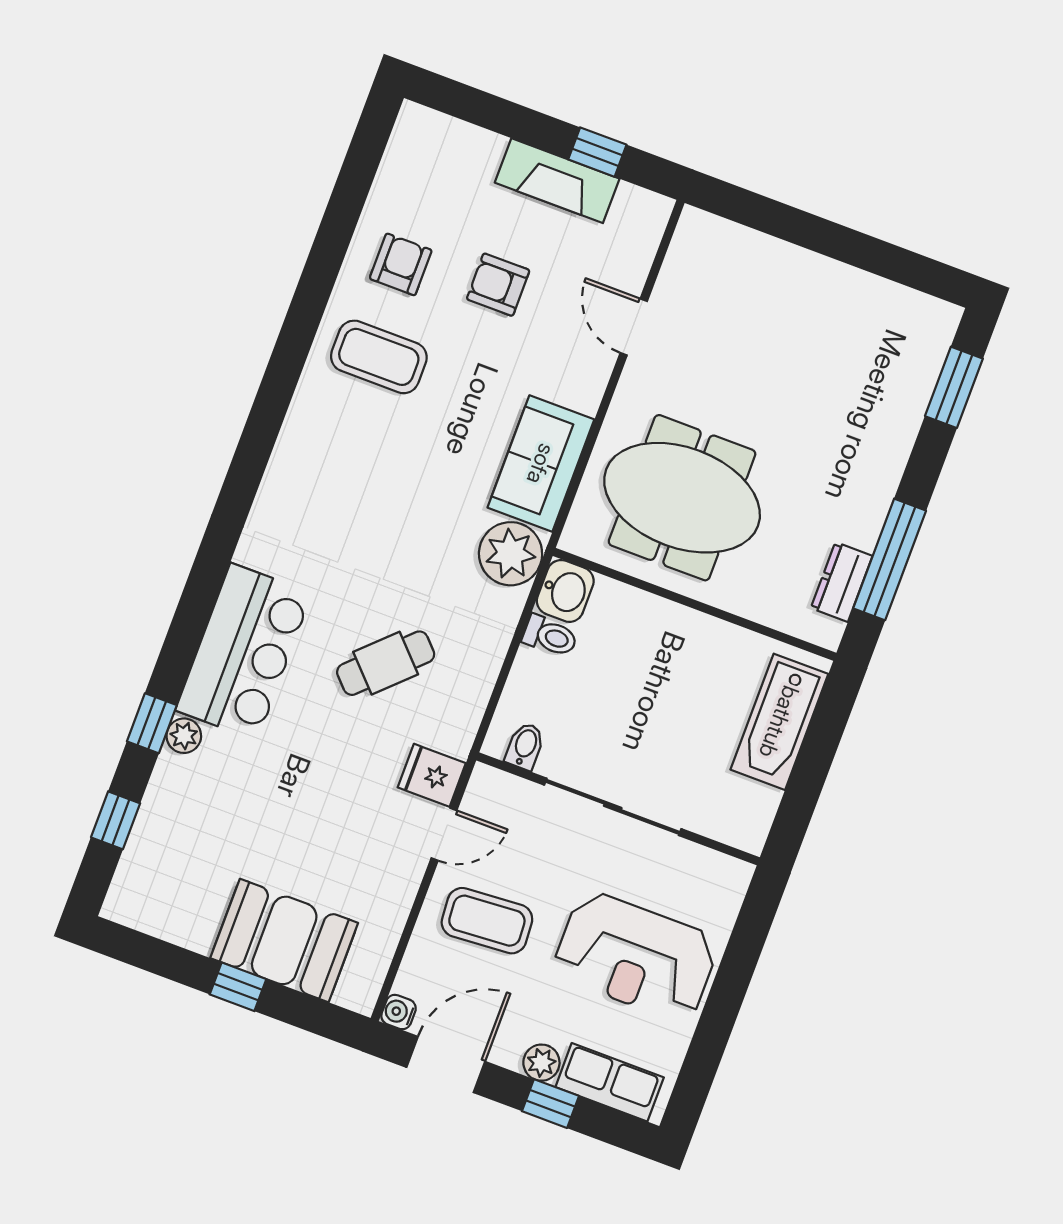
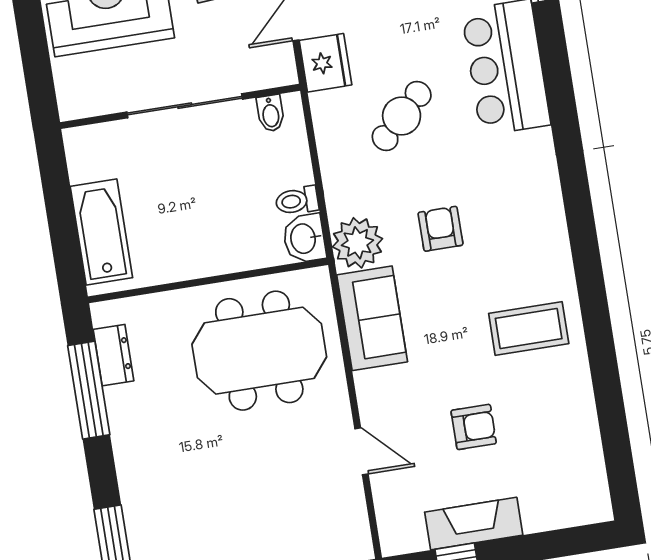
armchair: (401, 264) -> (440, 229), moved, turned 180
fridge: (432, 775) -> (326, 63), width x1.38

